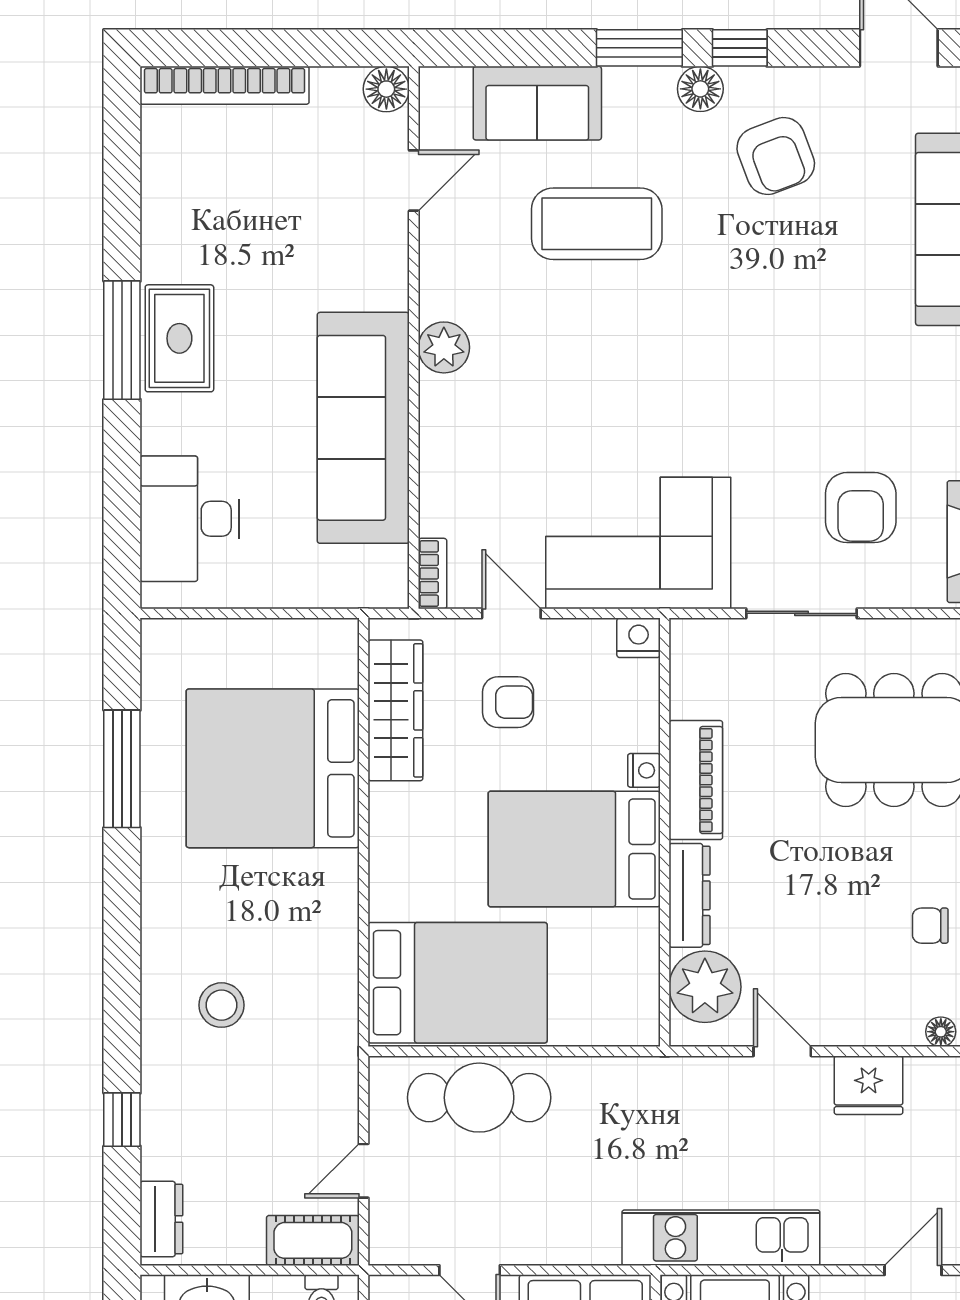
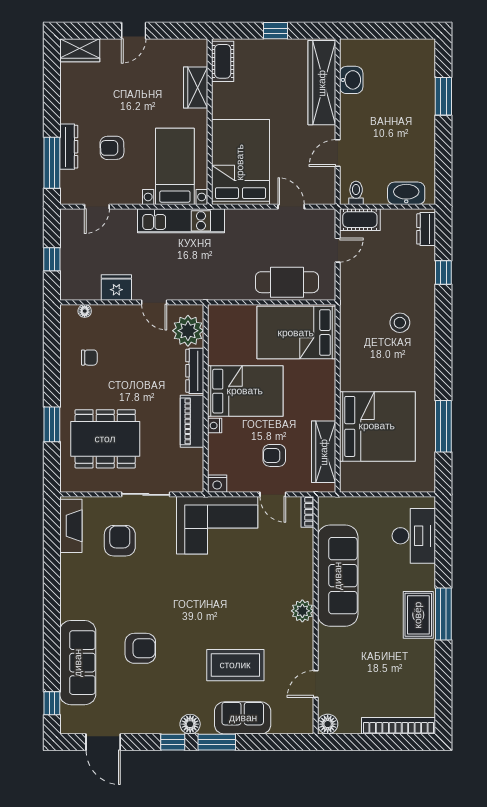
sofa: (537, 103) -> (243, 718), moved
armchair: (776, 156) -> (140, 648), moved, turned 111

